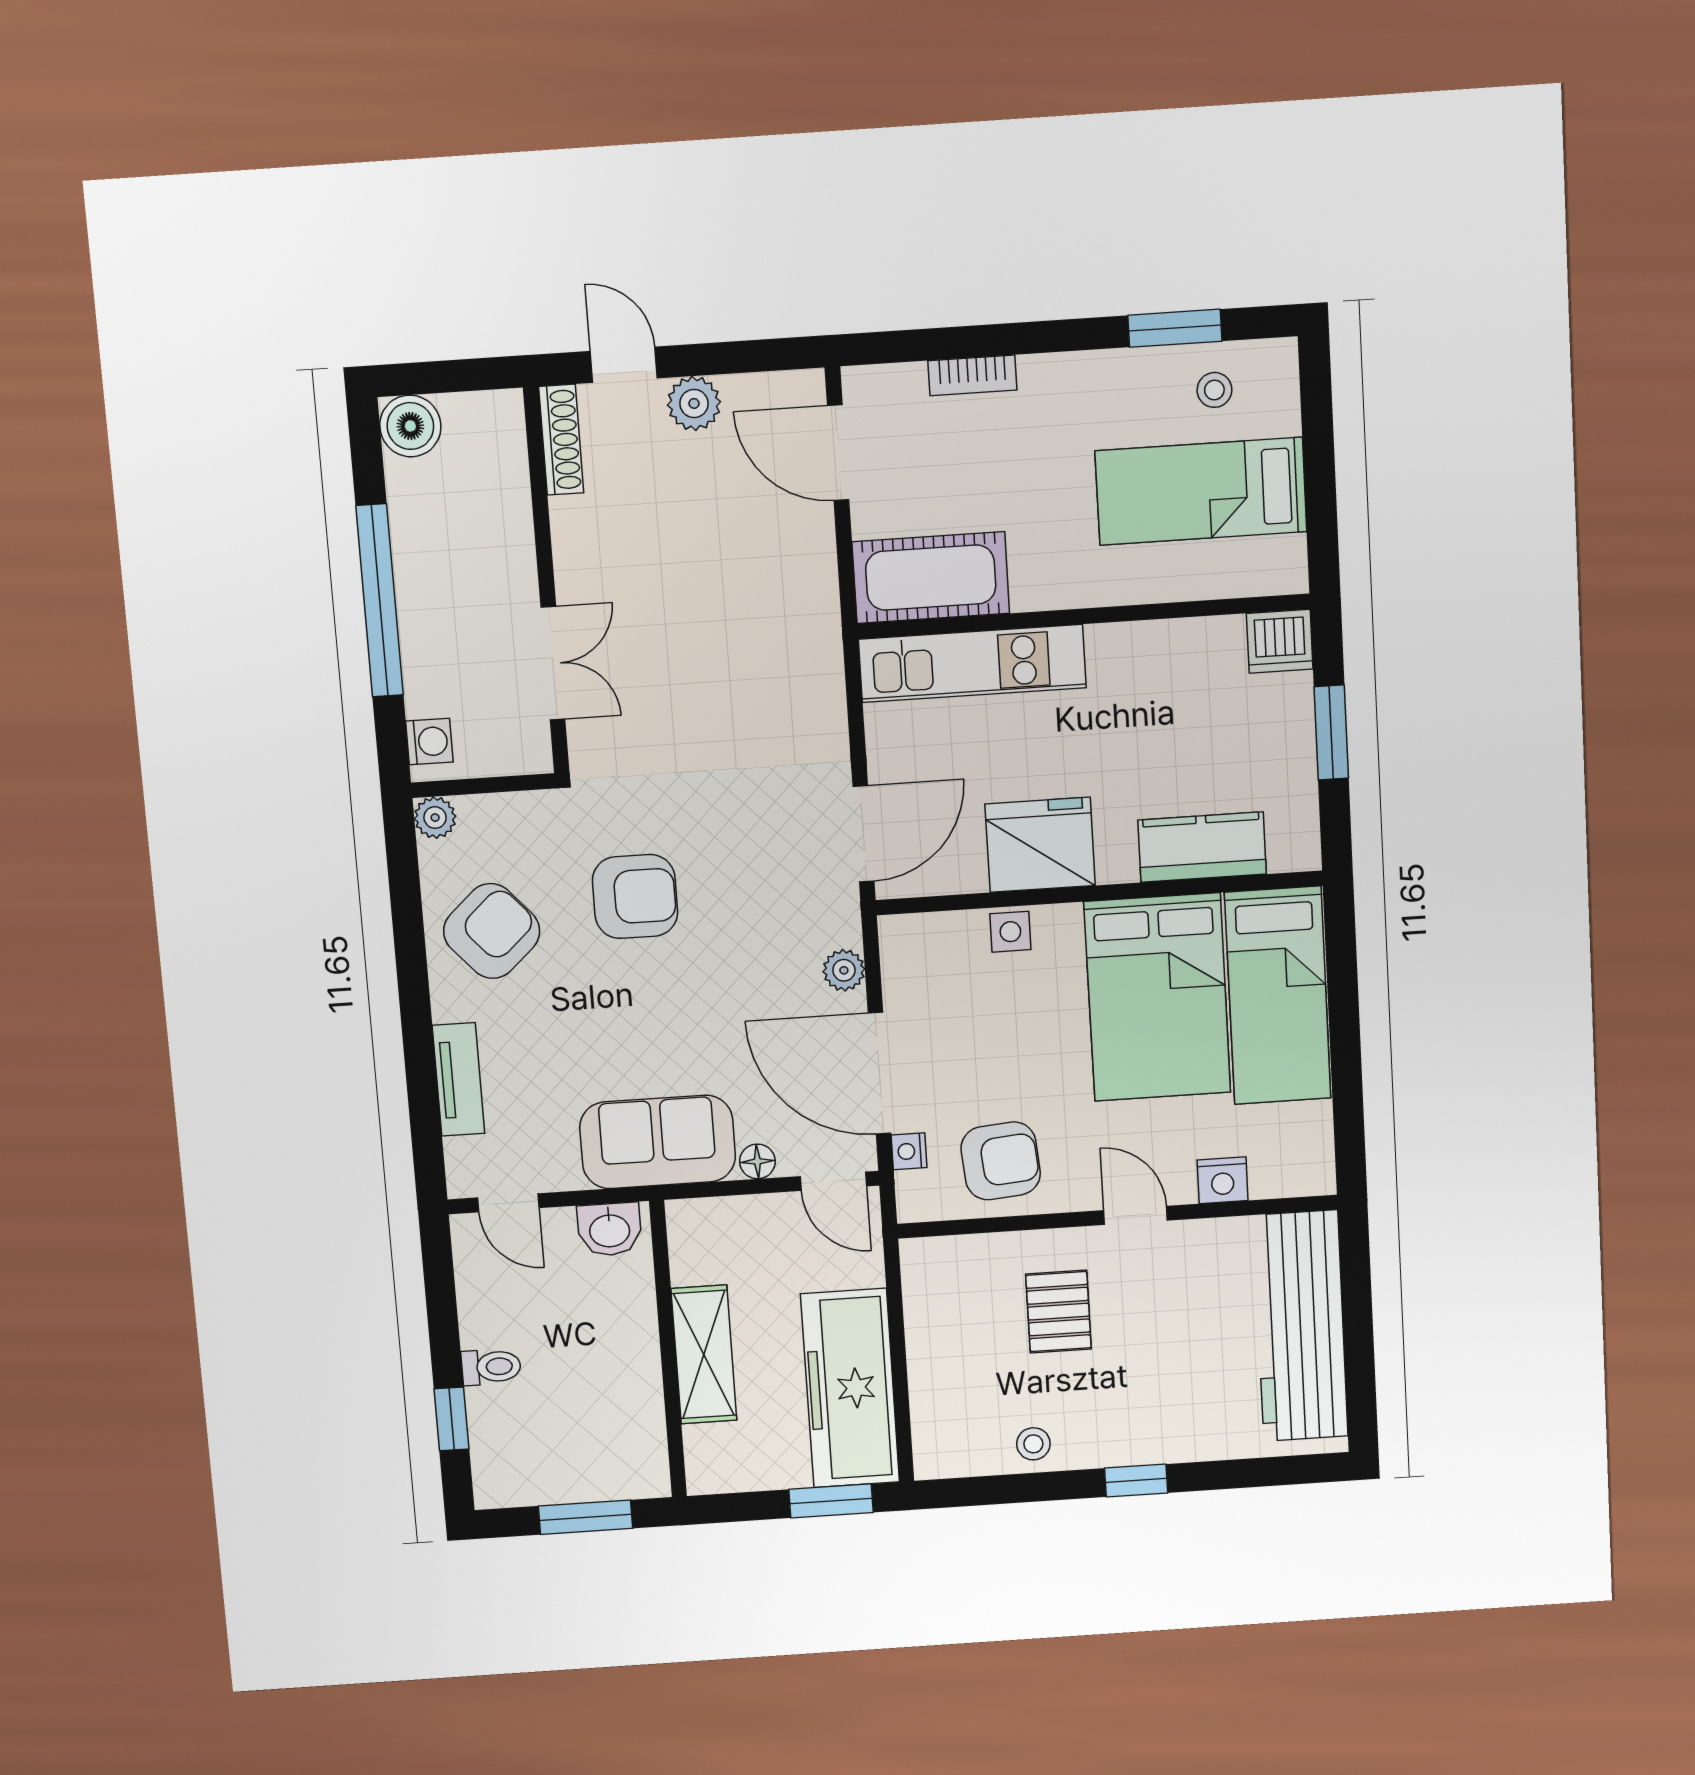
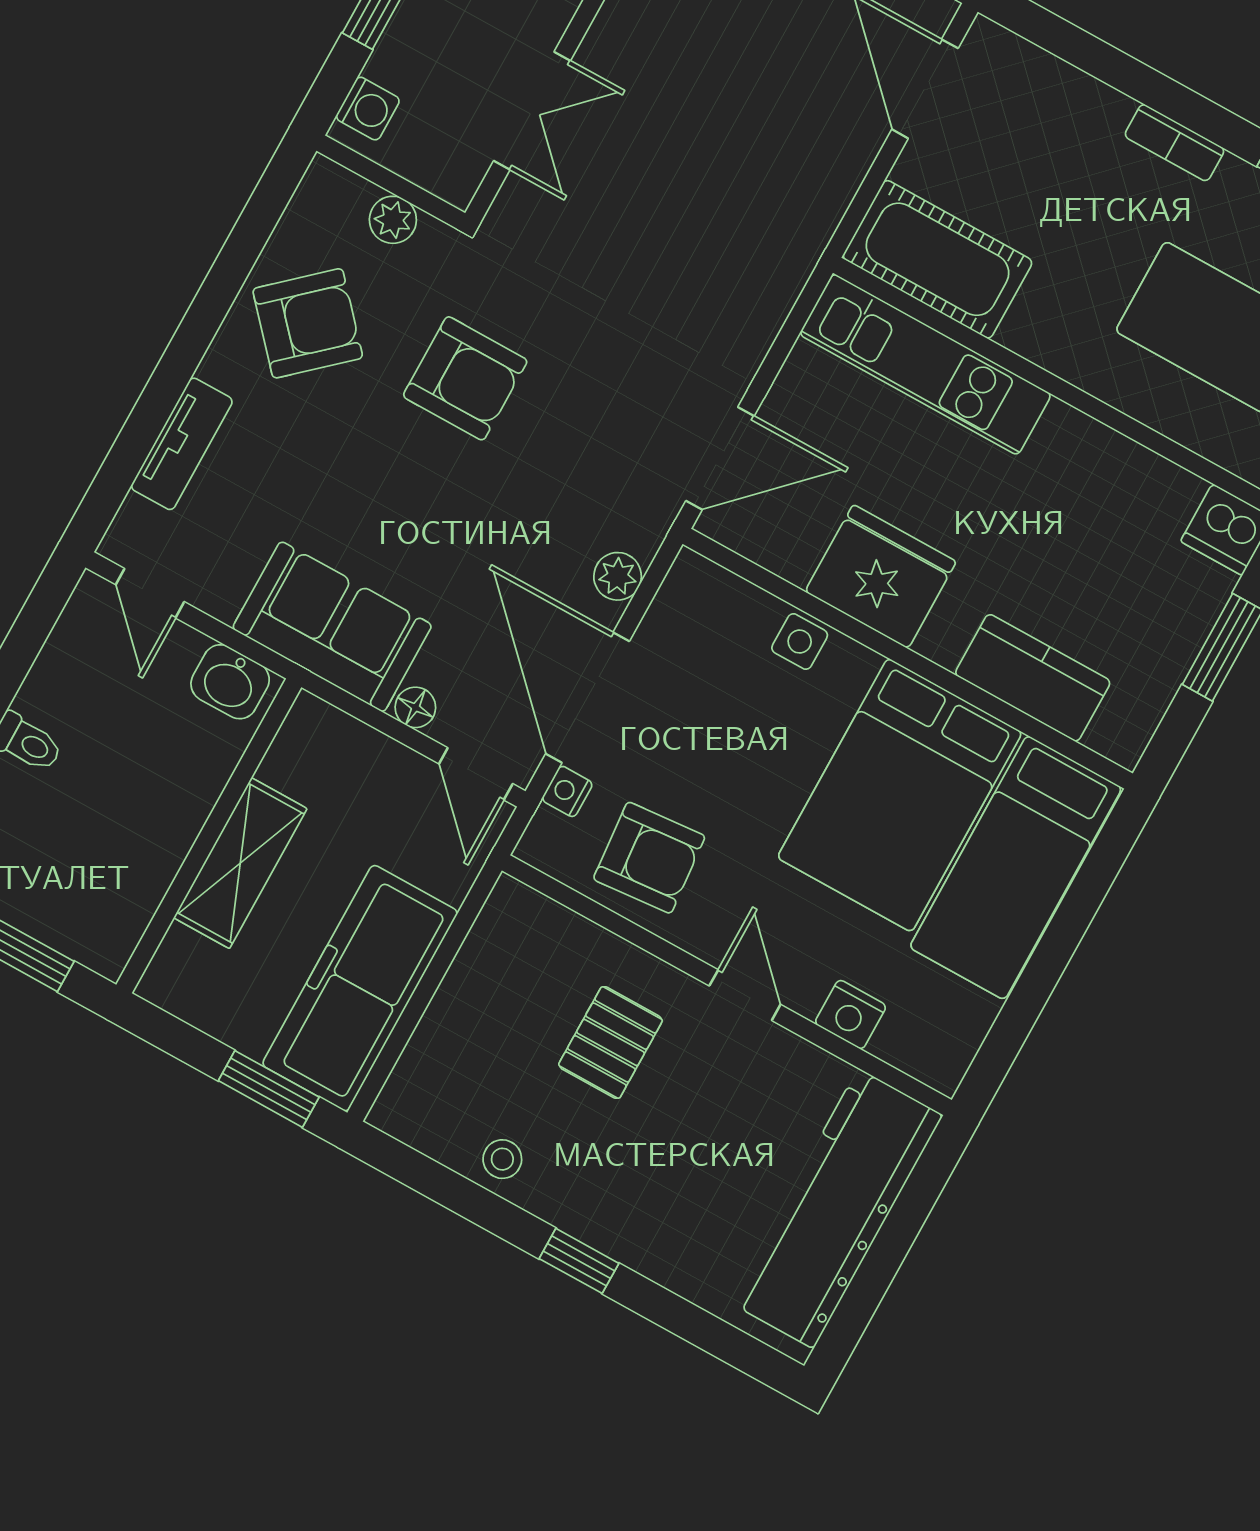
bookcase: (972, 375) -> (1174, 143), moved
plant: (435, 818) -> (393, 220), moved

